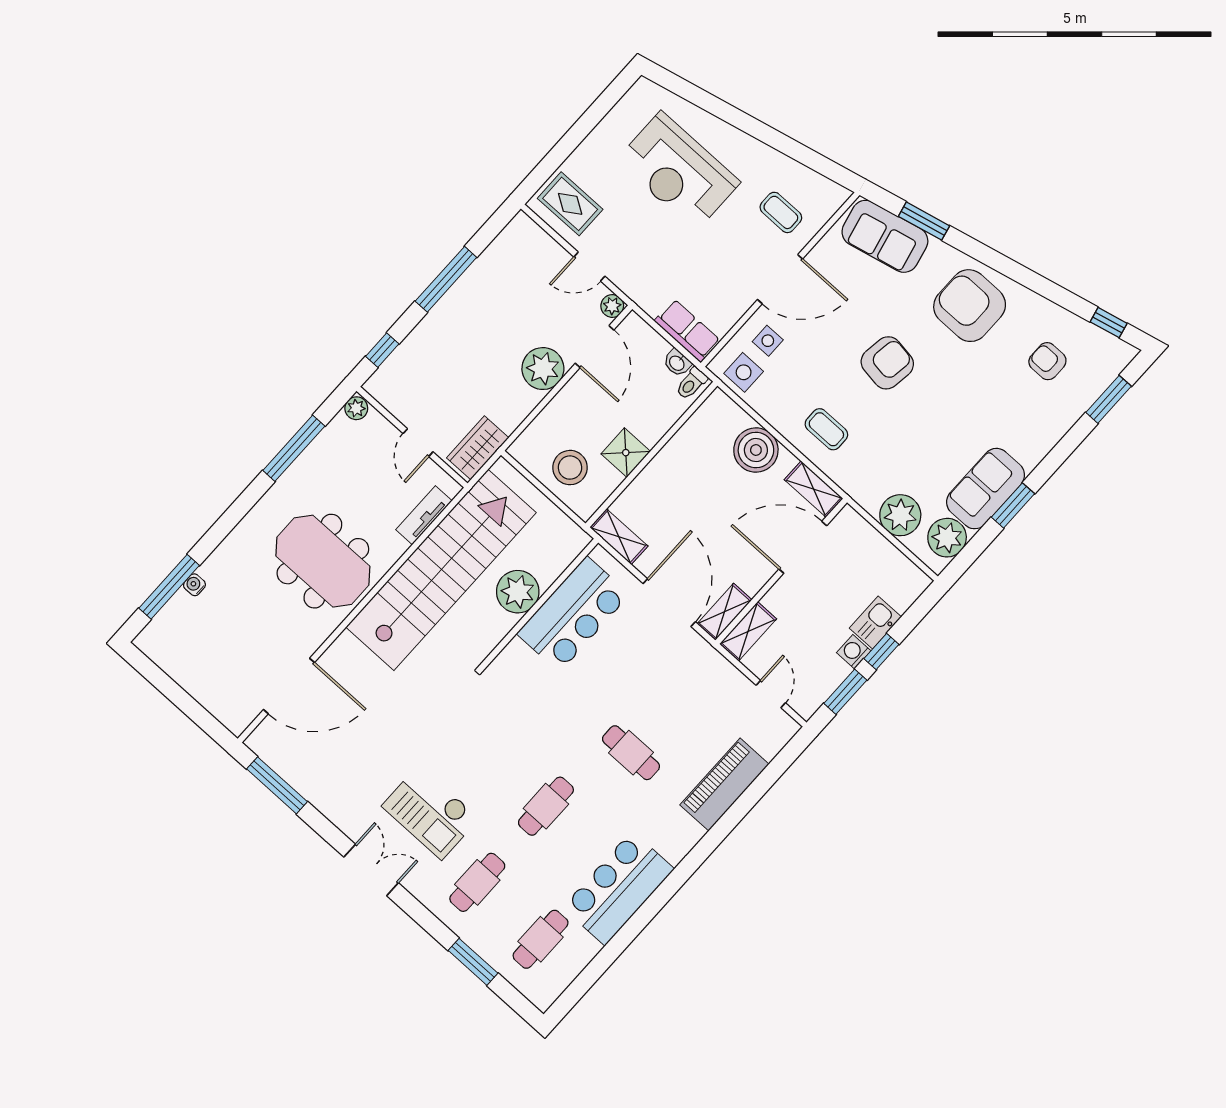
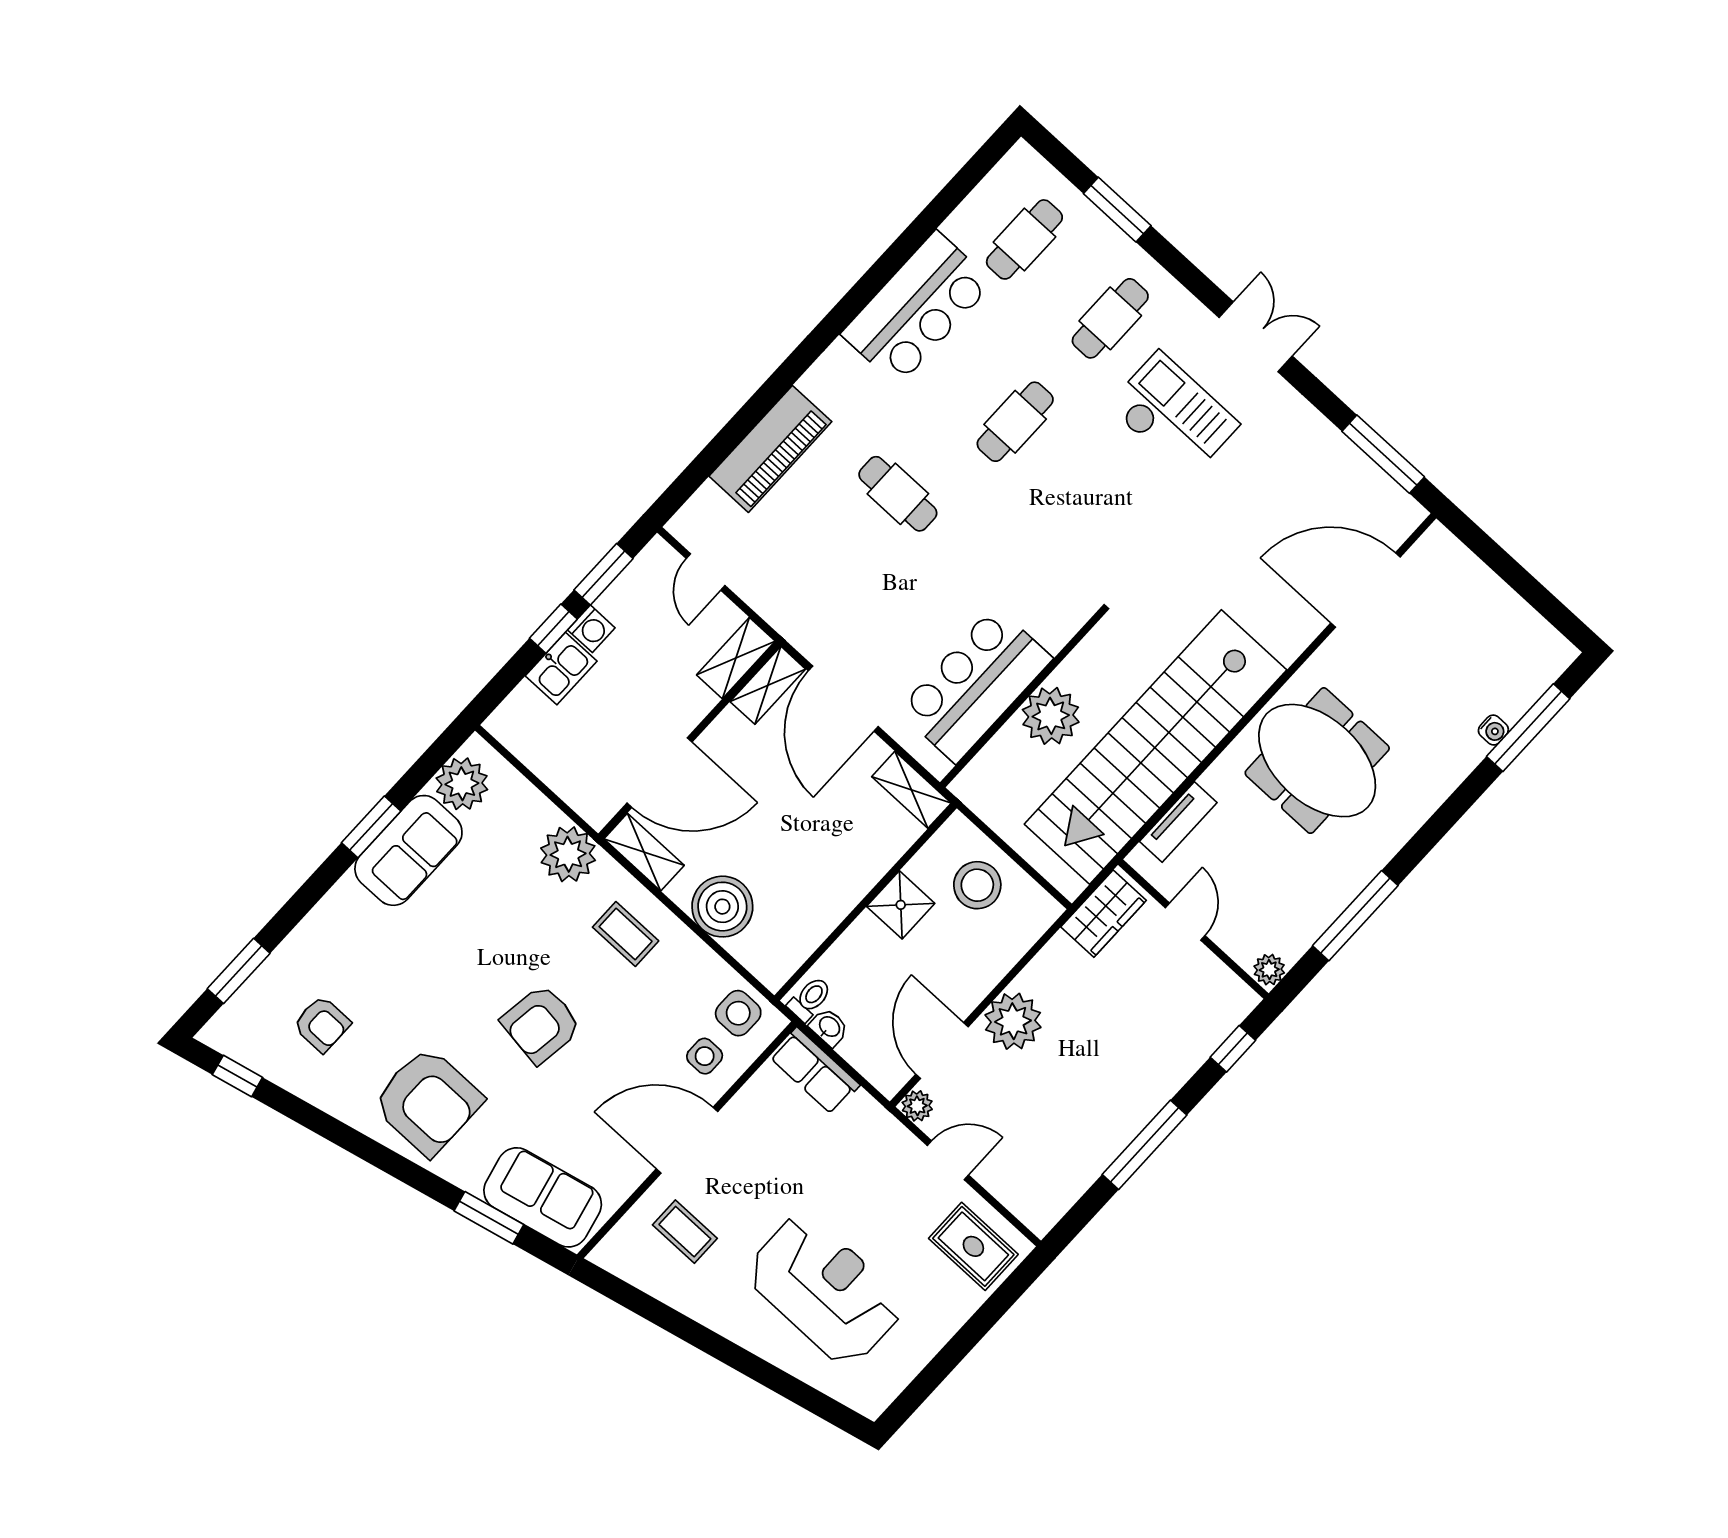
plant: (900, 515) -> (568, 854), moved
double door: (371, 870) -> (1256, 337), swing flipped

